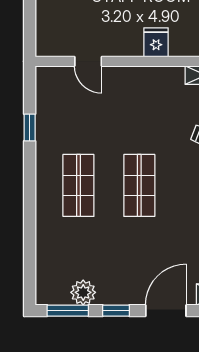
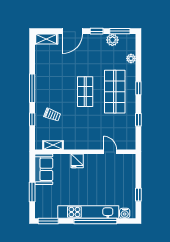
shop shelf: (78, 185) -> (115, 92), width x1.43, depth x1.36
window: (30, 193) -> (138, 88), added
plant: (45, 254) -> (131, 58), added

